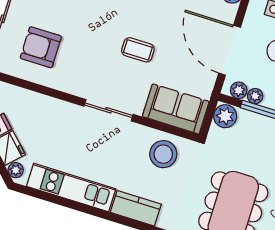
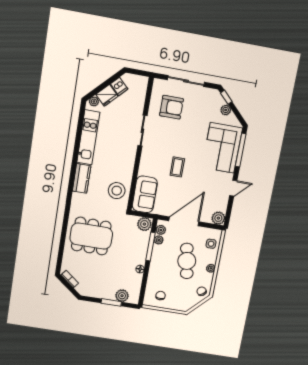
armchair: (41, 47) -> (171, 107), turned 90
sliding door: (109, 110) -> (142, 131), moved

